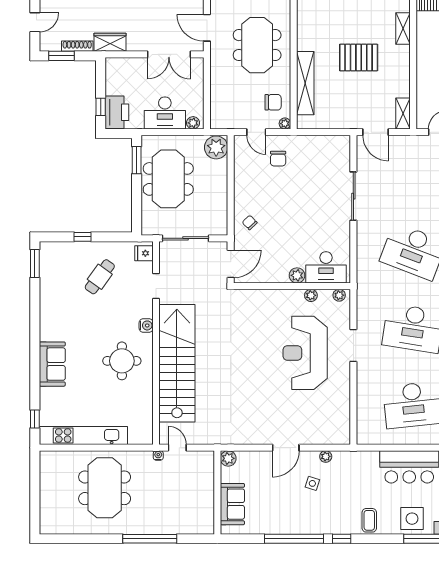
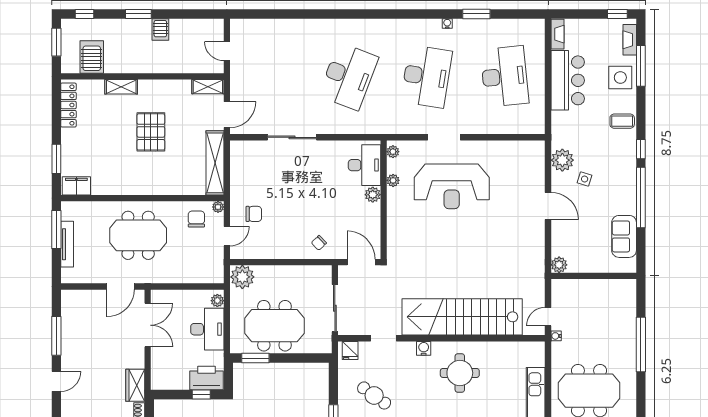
shelving: (305, 83) -> (215, 163), moved, turned 90
plant: (326, 456) -> (562, 160), width x1.88, depth x1.88
sofa: (232, 504) -> (624, 236), moved, turned -90

